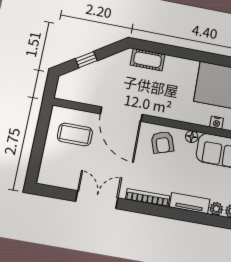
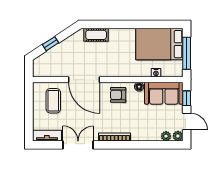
coffee table: (75, 134) -> (53, 101), turned 90
armchair: (162, 142) -> (118, 95), turned 108
tv unit: (190, 203) -> (47, 136), moved

